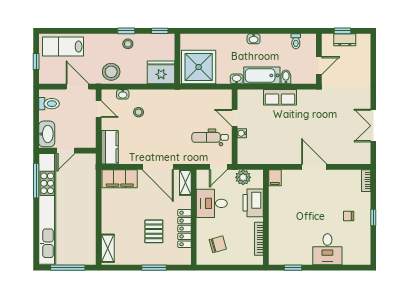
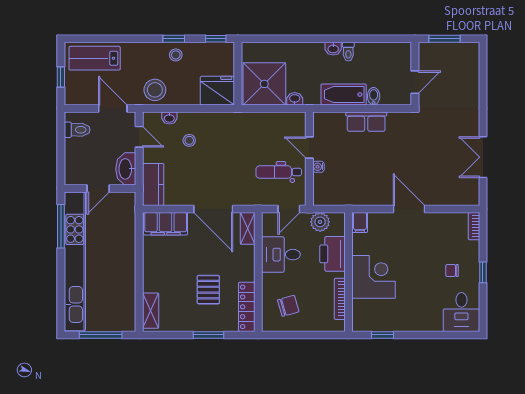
window: (343, 31) -> (444, 39), width x1.50
dresser: (345, 40) -> (447, 50), removed
toilet: (296, 41) -> (348, 52), moved
washbasin: (237, 79) -> (295, 99), moved
washbasin: (47, 134) -> (126, 169), moved, turned 180
corner desk: (286, 221) -> (373, 277), added
locker: (185, 229) -> (247, 307), moved
desk: (327, 249) -> (461, 312), moved

